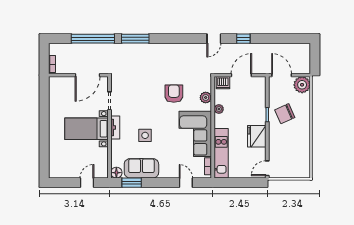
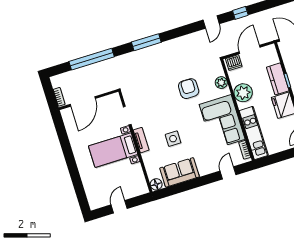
window: (135, 39) -> (146, 42), moved
door: (87, 75) -> (83, 101), moved
plant: (219, 109) -> (243, 93), width x1.87, depth x1.87
kitchen counter: (259, 110) -> (278, 79), added
door: (87, 183) -> (119, 207), moved
window: (132, 183) -> (174, 190), removed
door: (186, 183) -> (228, 173), hinge flipped

